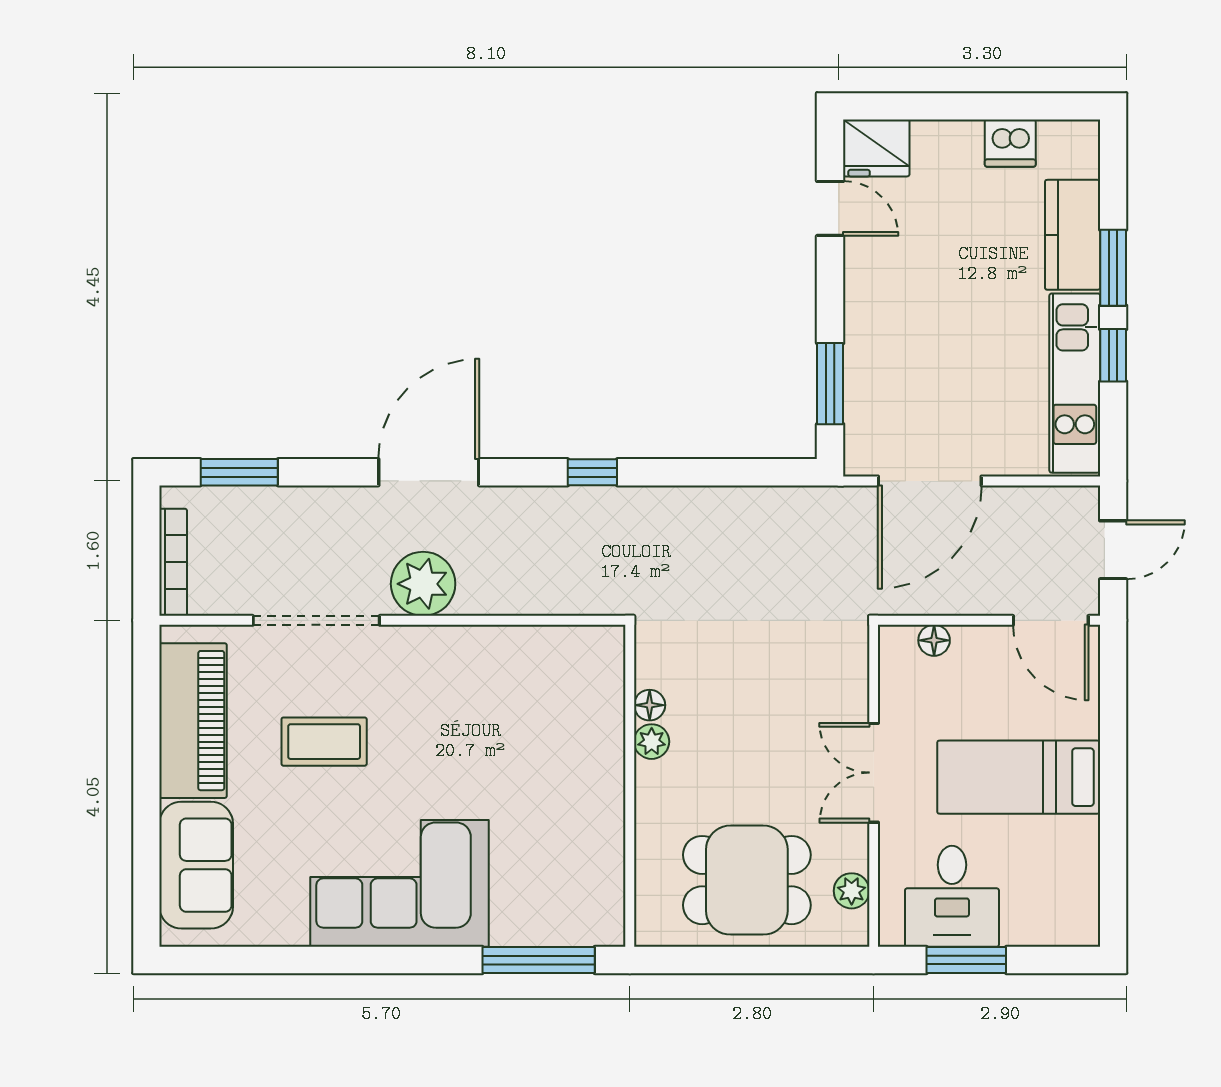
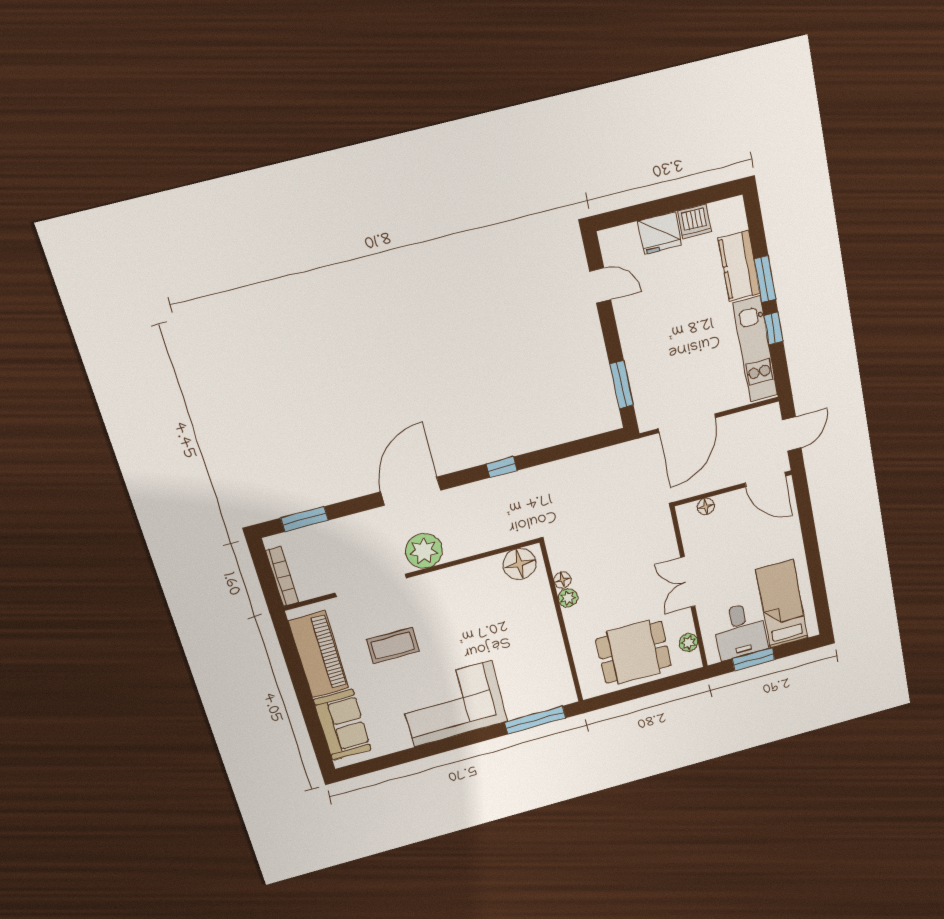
fridge: (876, 148) -> (660, 233), moved
floor lamp: (581, 654) -> (519, 564), added
bed: (1019, 777) -> (782, 604), moved, turned 90

